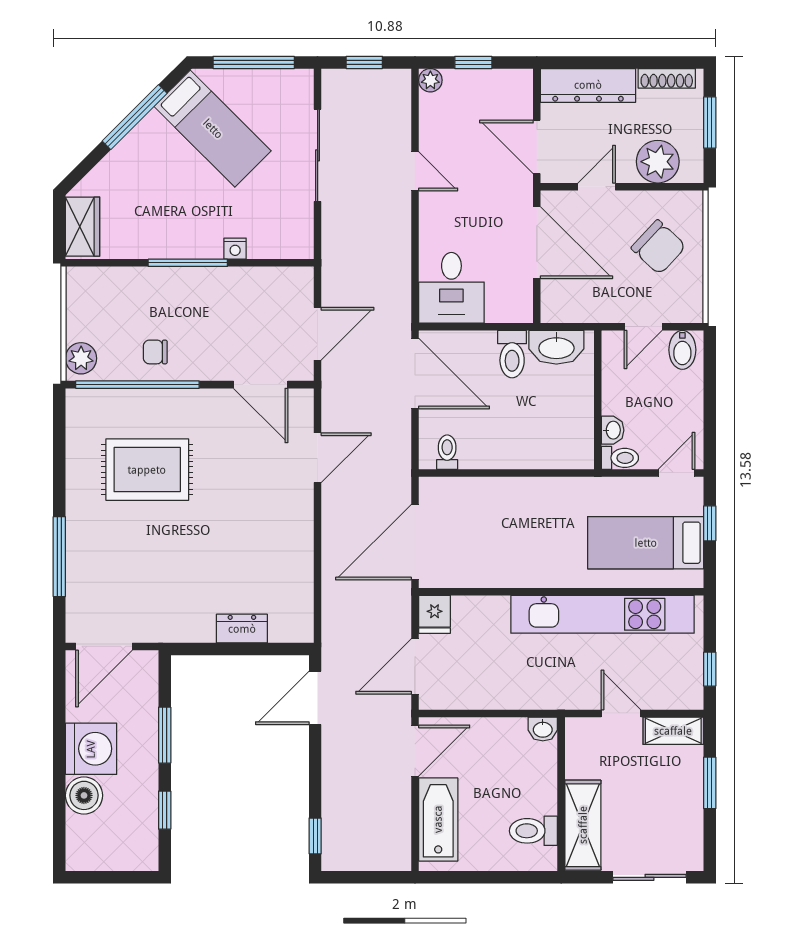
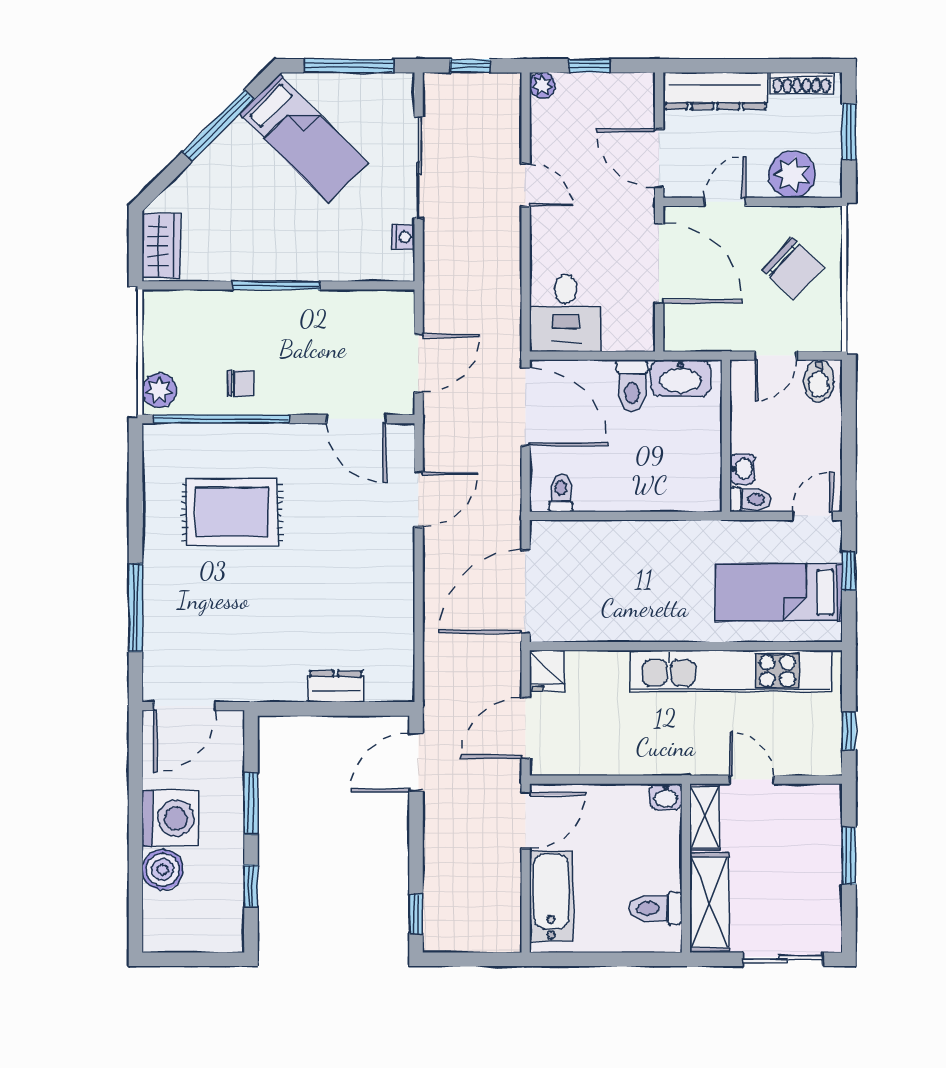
nightstand: (235, 249) -> (403, 237), moved, turned -90
chair: (155, 352) -> (241, 383), turned 180
shelving: (673, 731) -> (705, 817), moved, turned 90

